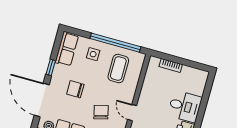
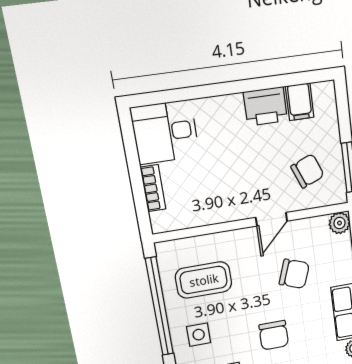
desk: (185, 106) -> (165, 132), moved, turned -90
chair: (101, 112) -> (294, 274), turned -146

